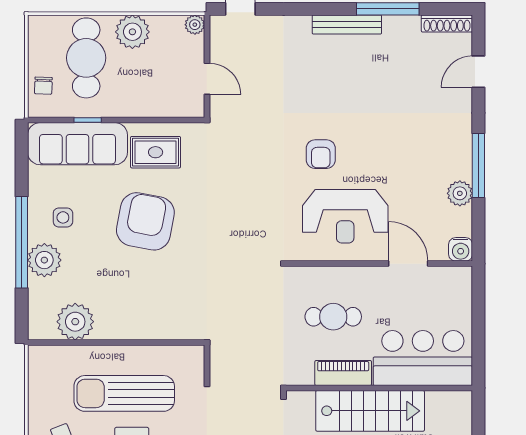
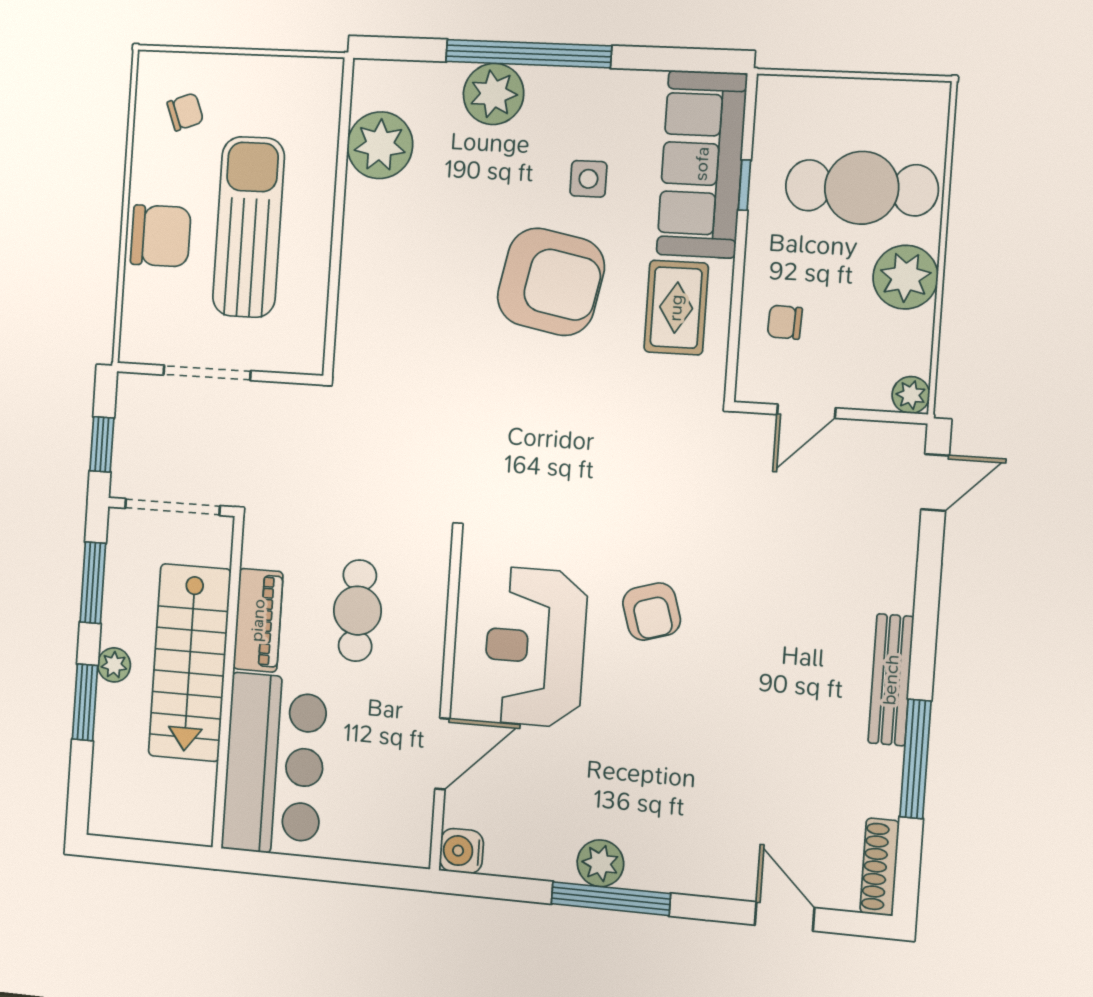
chair: (43, 86) -> (785, 322), moved
armchair: (321, 154) -> (652, 612), turned -107
plant: (460, 193) -> (600, 863), moved
side table: (63, 217) -> (588, 179), moved

